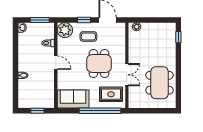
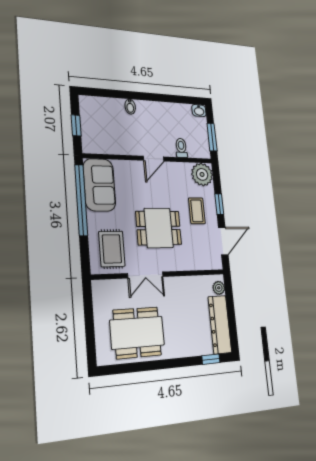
dresser: (159, 29) -> (220, 325), added
window: (100, 111) -> (81, 200), moved

